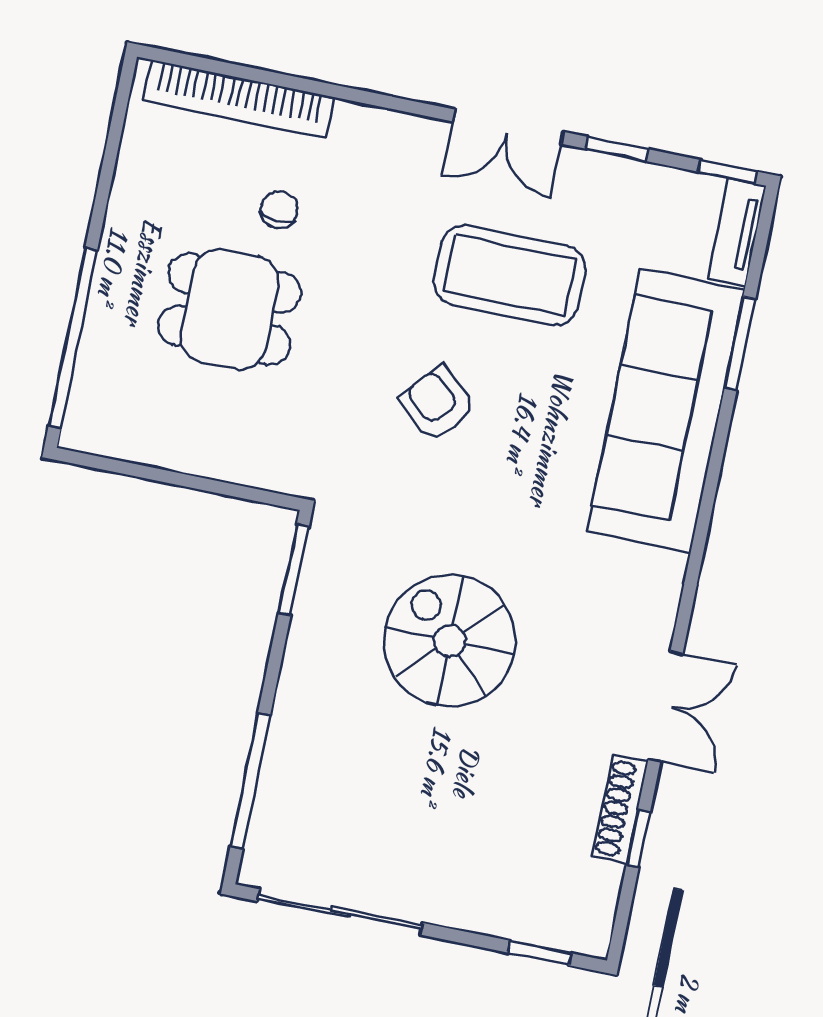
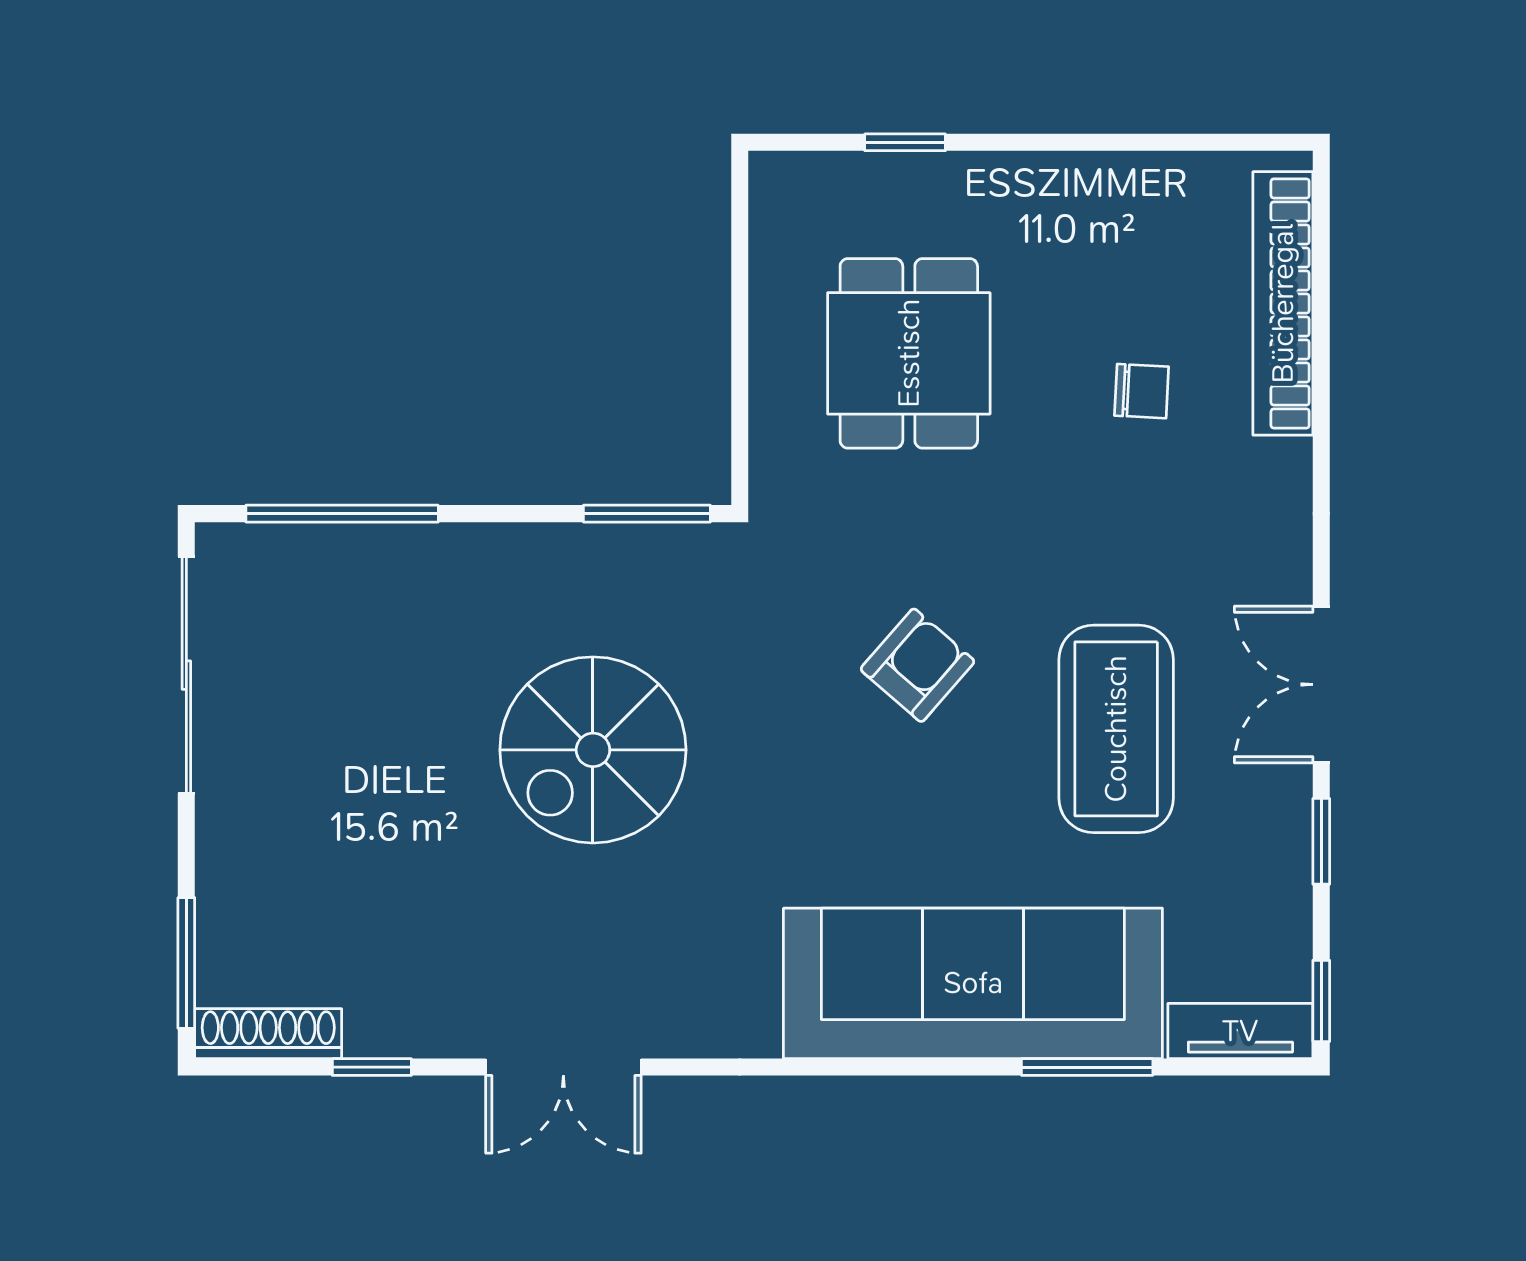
dining table: (229, 309) -> (909, 353), moved
window: (73, 338) -> (905, 142), width x0.32
spiral stairs: (450, 641) -> (593, 750), turned 180
shoe rack: (620, 809) -> (268, 1034), moved
window: (540, 953) -> (186, 963), width x1.50

